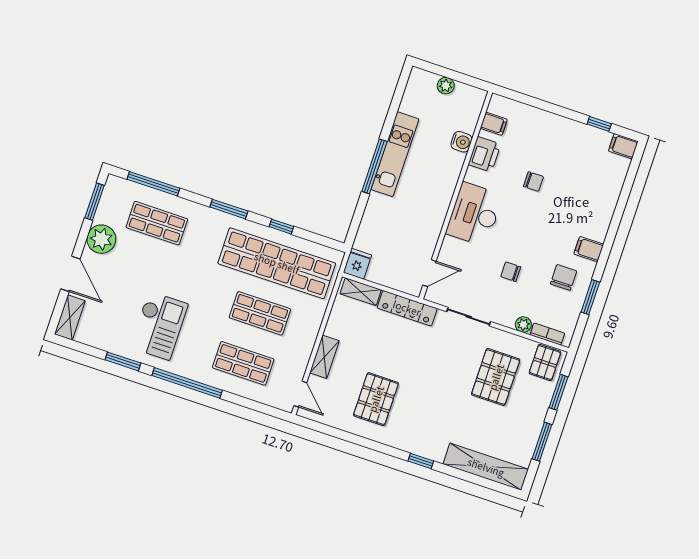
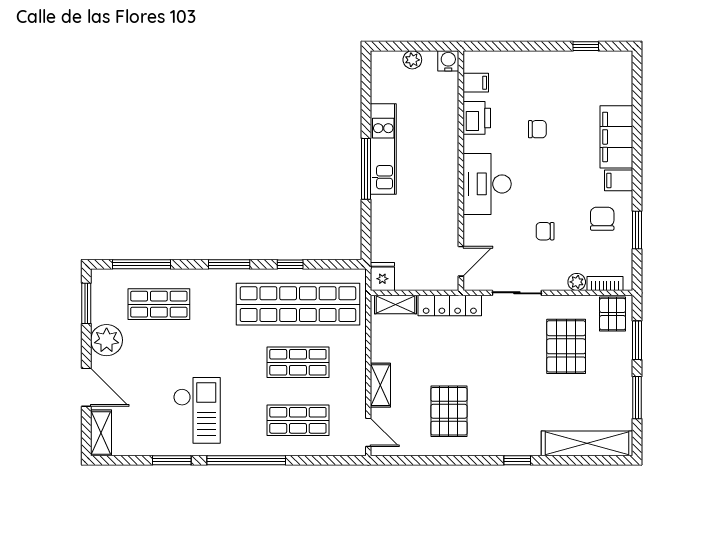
water cooler: (461, 142) -> (448, 61), moved, turned -90
filing cabinet: (623, 146) -> (616, 137), moved, width x3.00, depth x1.17

